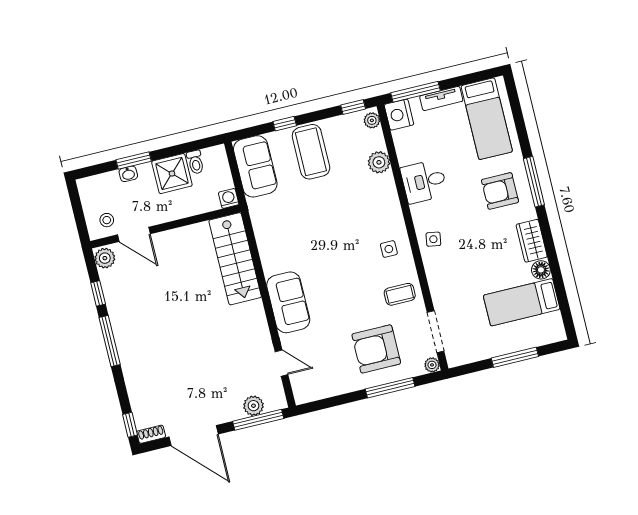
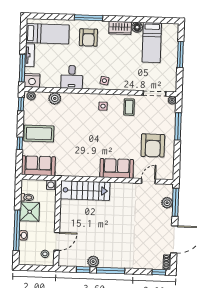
window: (134, 160) -> (17, 230), width x2.11
plant: (105, 258) -> (93, 262), moved
armchair: (376, 349) -> (153, 145), moved

